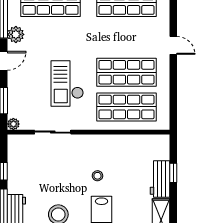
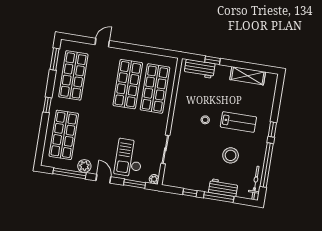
door: (173, 45) -> (102, 43), moved
checkout: (67, 84) -> (129, 158), moved, turned 90
workbench: (160, 179) -> (200, 69), moved

